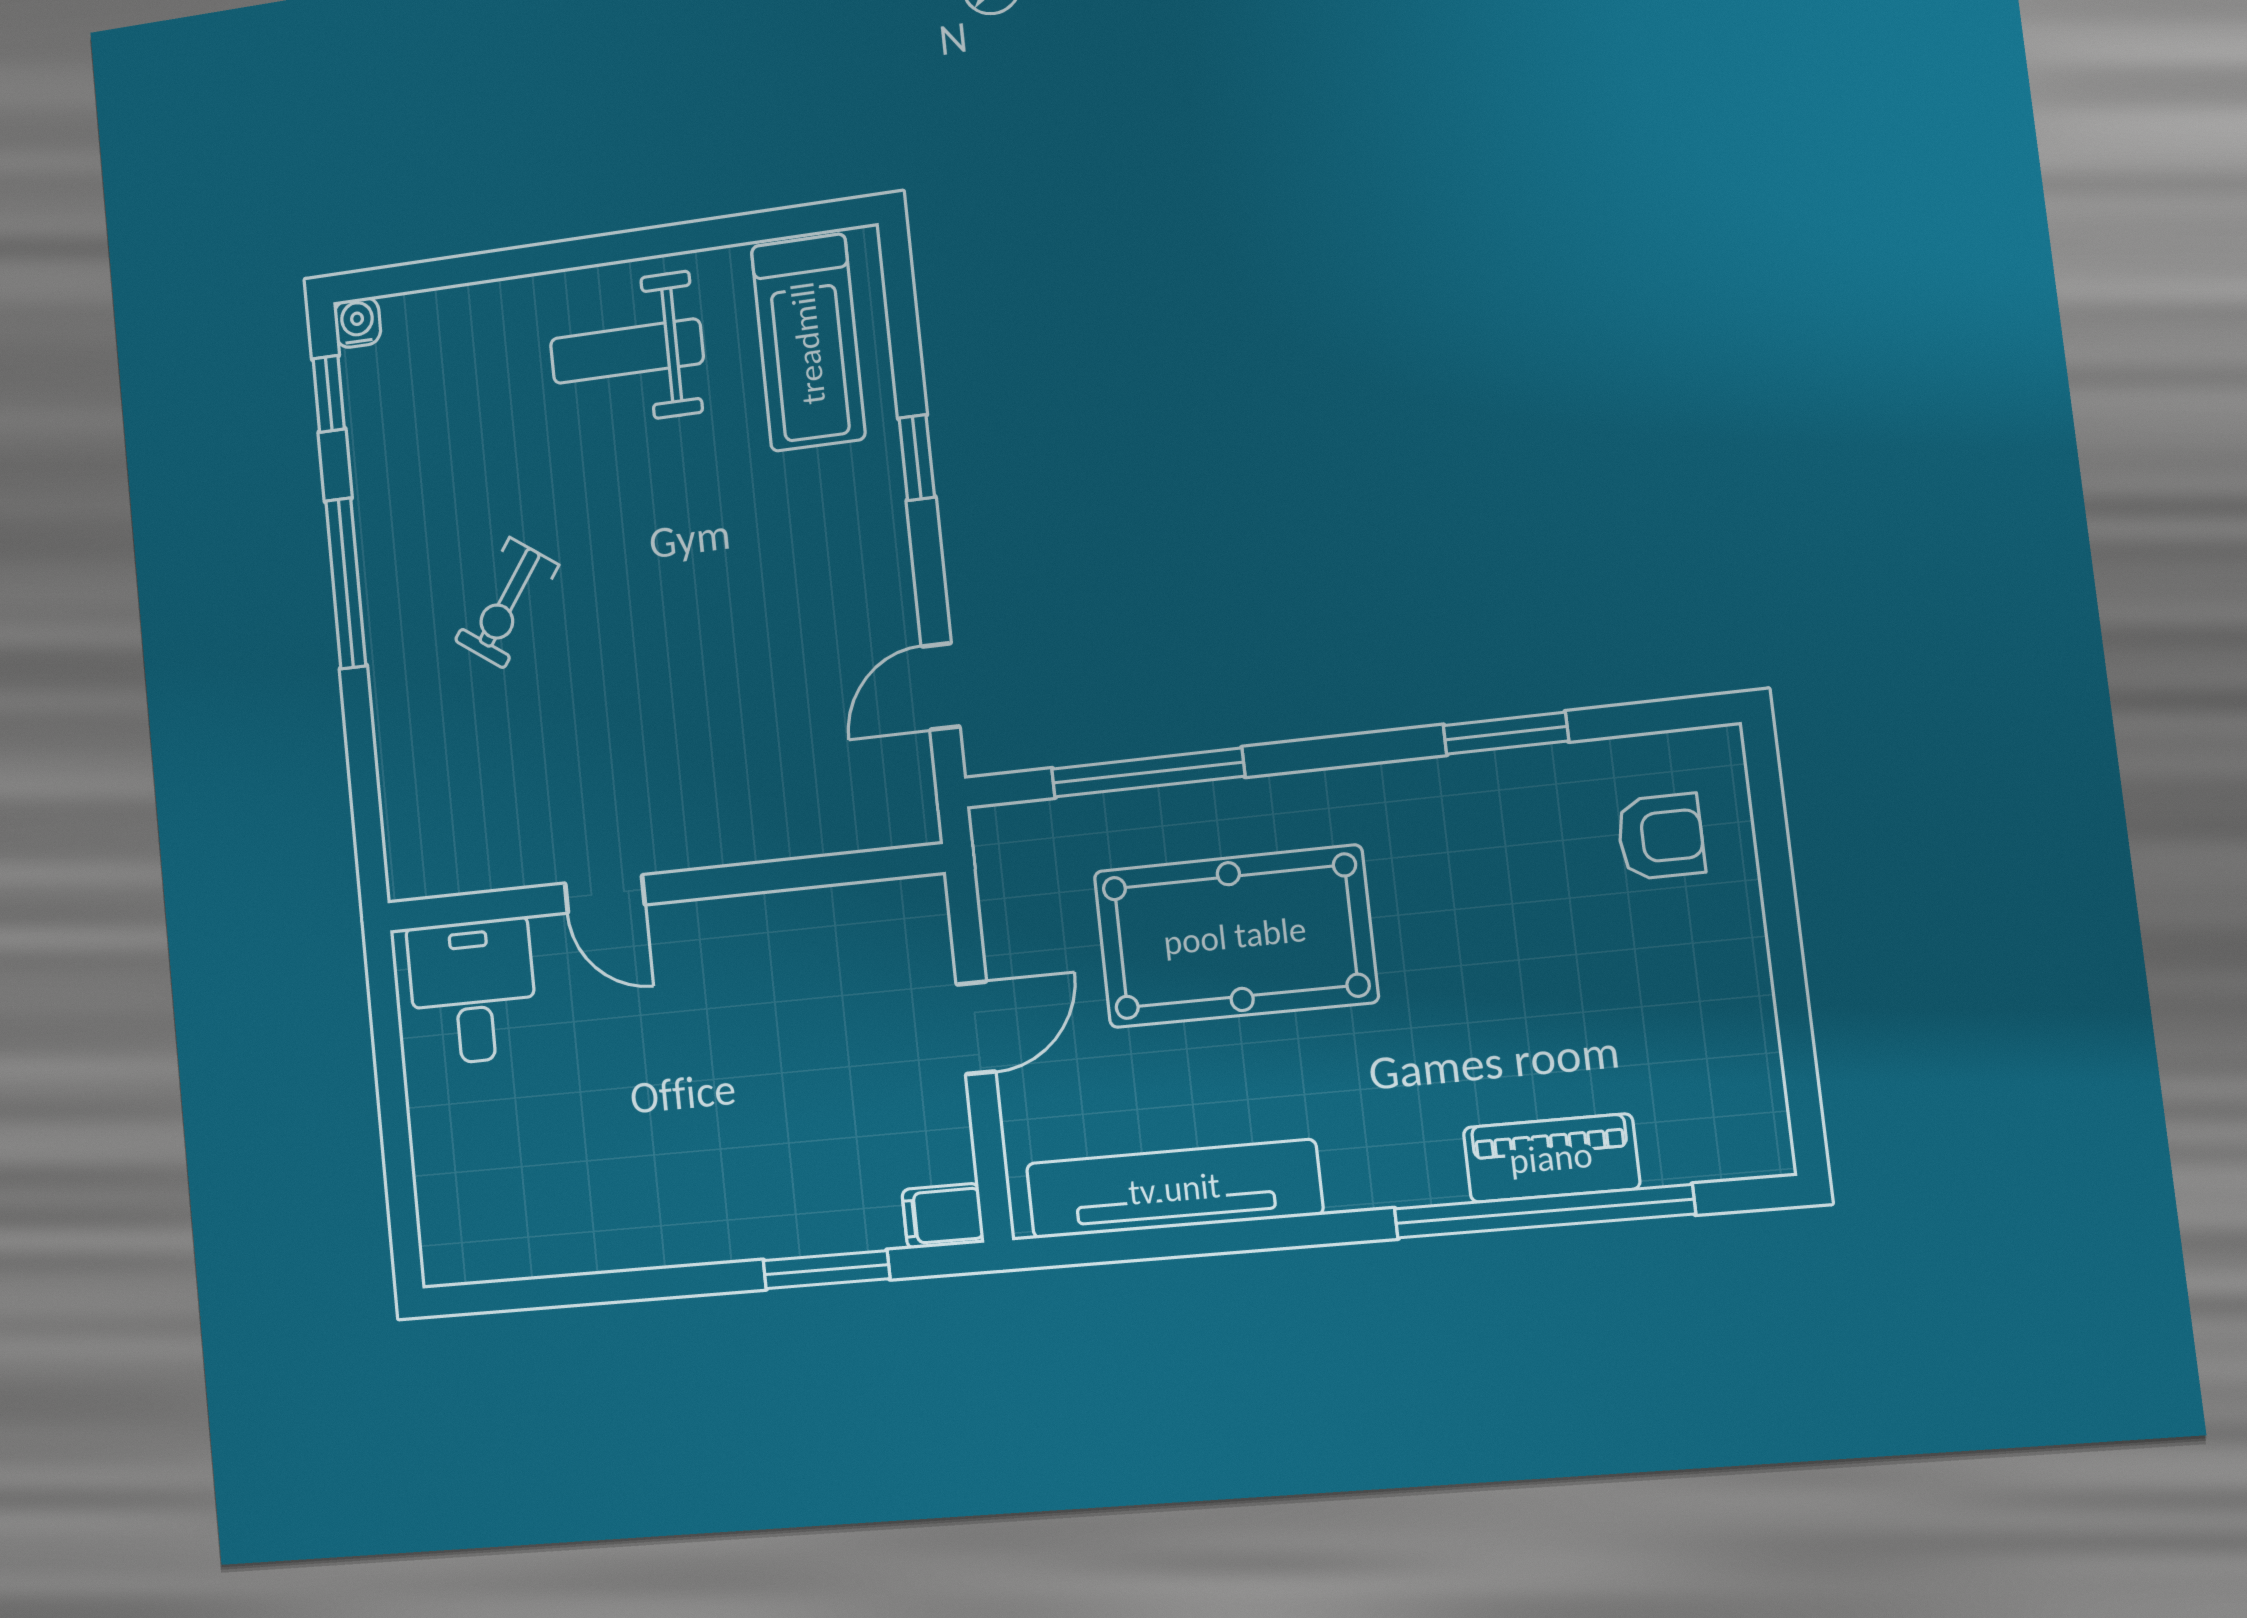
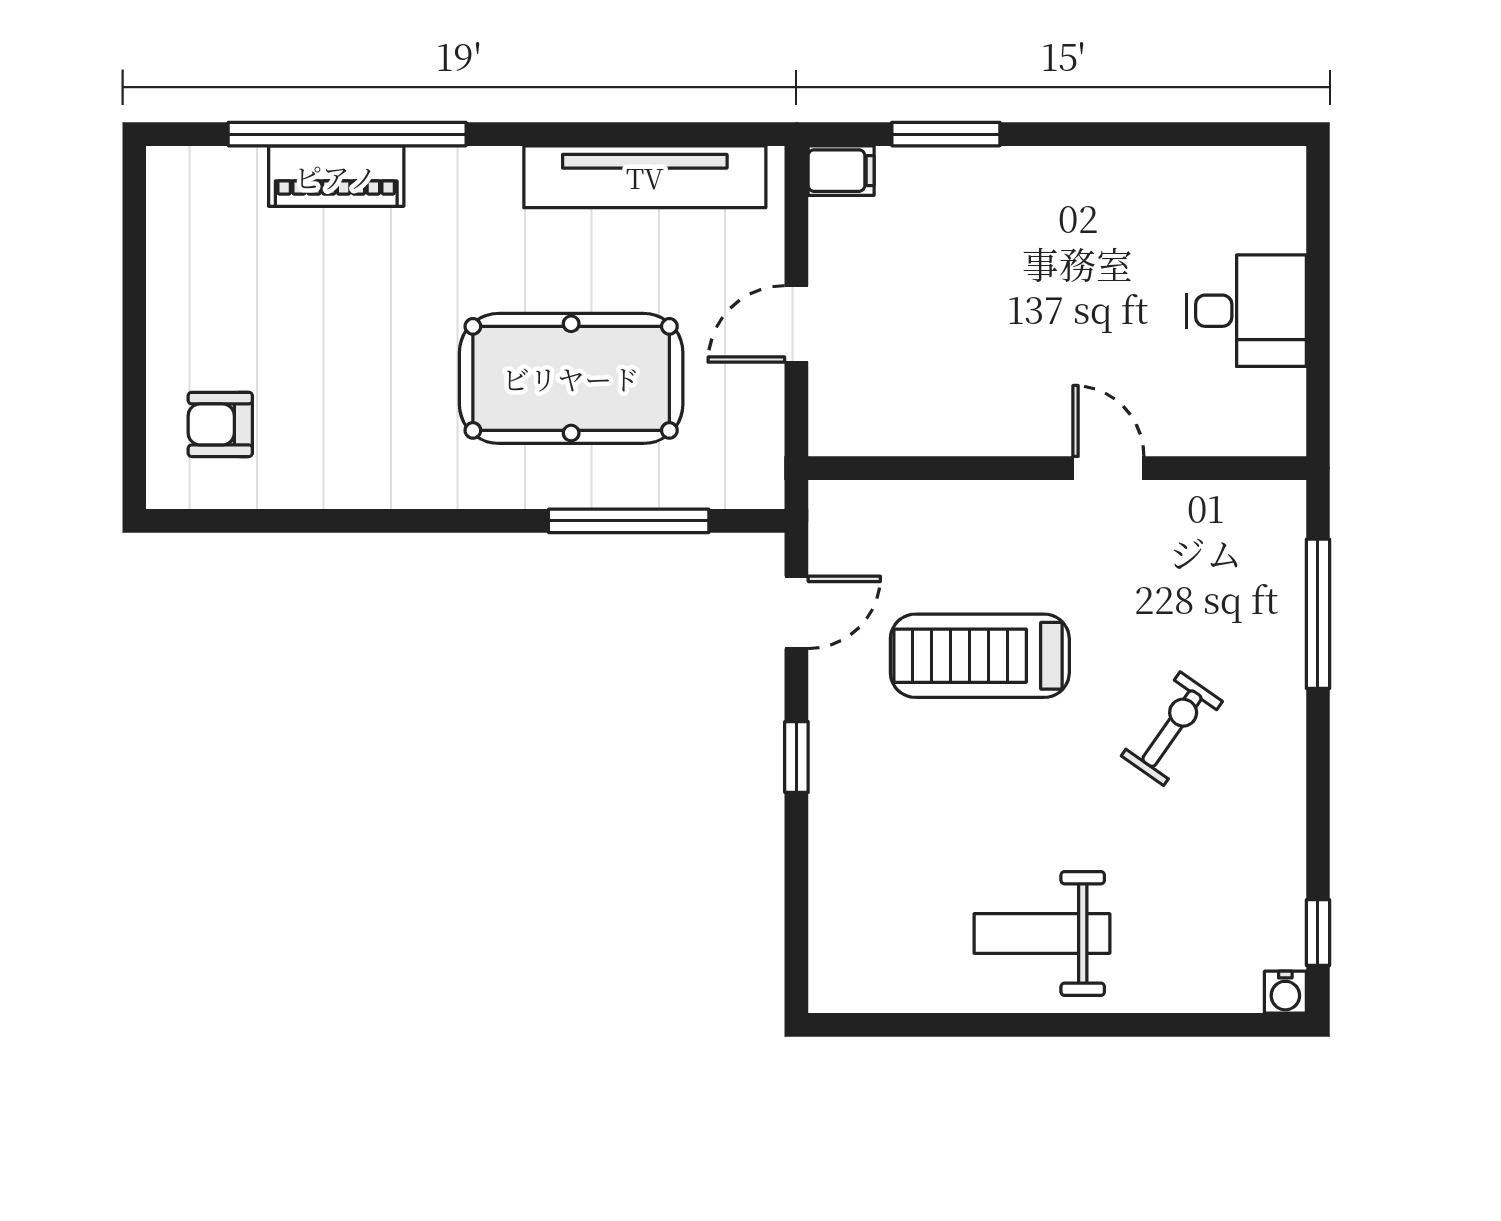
treadmill: (808, 343) -> (980, 656), moved, turned -90
weight bench: (627, 351) -> (1042, 933), turned 180
window: (917, 458) -> (796, 757), moved
window: (346, 583) -> (1318, 614), moved
window: (1506, 733) -> (333, 521), removed
desk: (472, 991) -> (1246, 311), moved, turned -90

